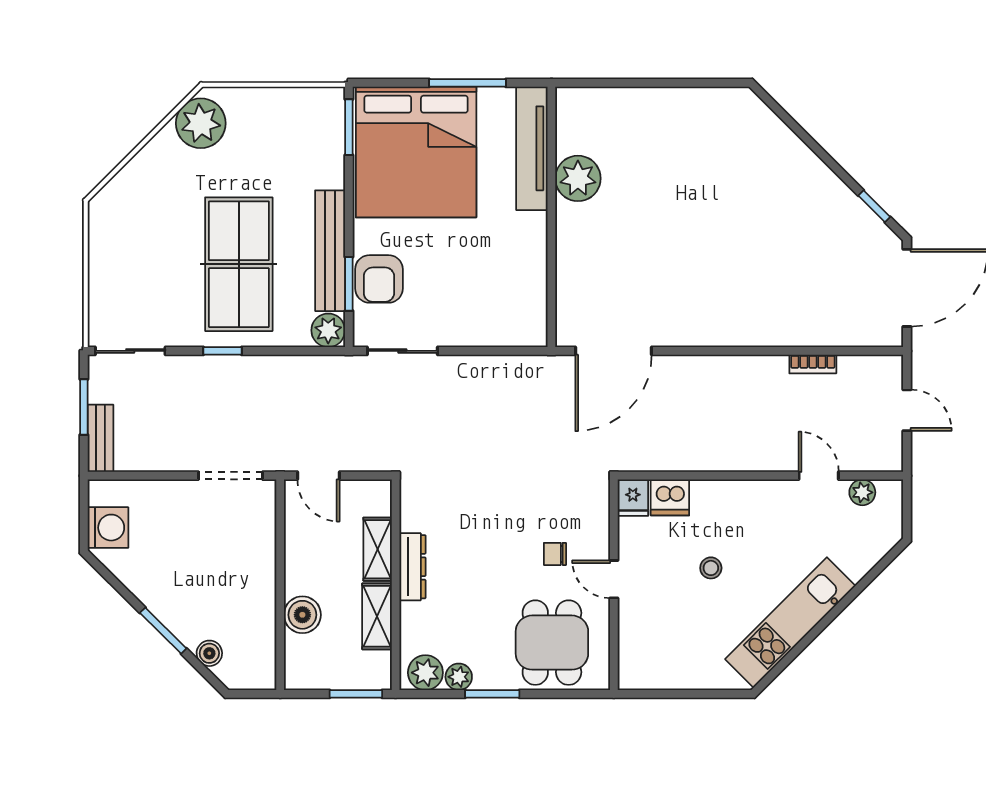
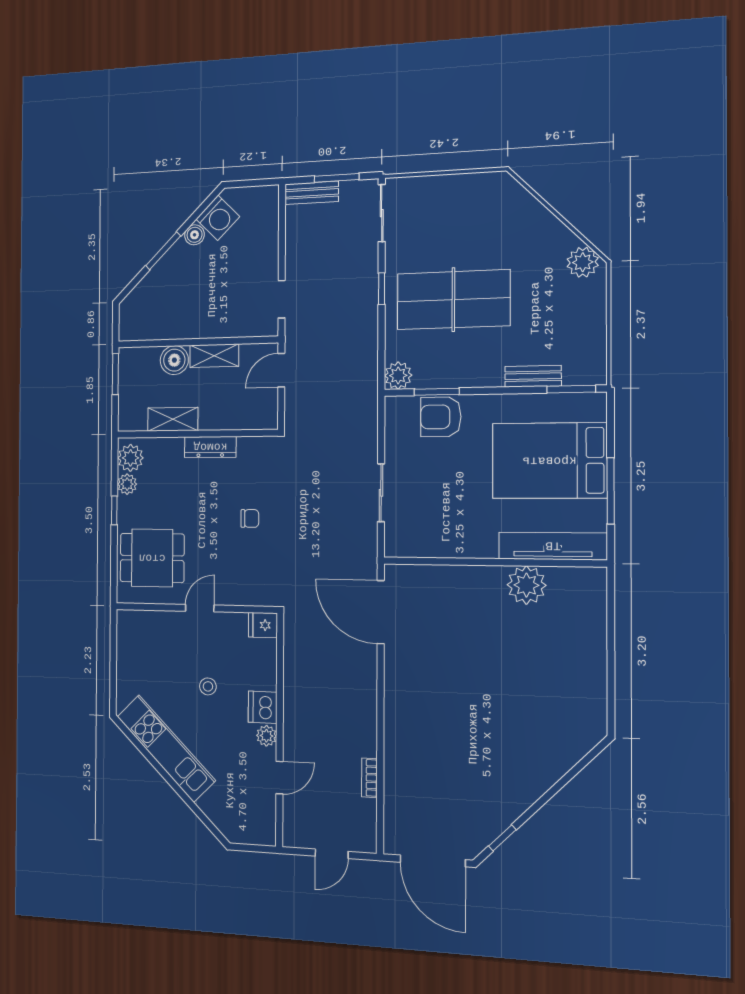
plant: (201, 123) -> (583, 262), width x0.73, depth x0.73
bed: (416, 152) -> (549, 461), width x0.73
bench: (330, 251) -> (533, 376), moved, width x0.54, depth x0.82
sliding door: (402, 351) -> (381, 493), moved
doorway: (230, 476) -> (282, 299), width x0.73
plant: (862, 492) -> (266, 736), moved
dishwasher: (670, 497) -> (263, 707), moved
washing machine: (108, 528) -> (218, 218), moved, turned -45
shelving: (378, 549) -> (214, 356), moved
chair: (555, 554) -> (250, 518), moved, turned 90
boiler: (209, 653) -> (195, 235), moved
window: (356, 694) -> (115, 374), moved
window: (492, 694) -> (114, 510), width x0.67

